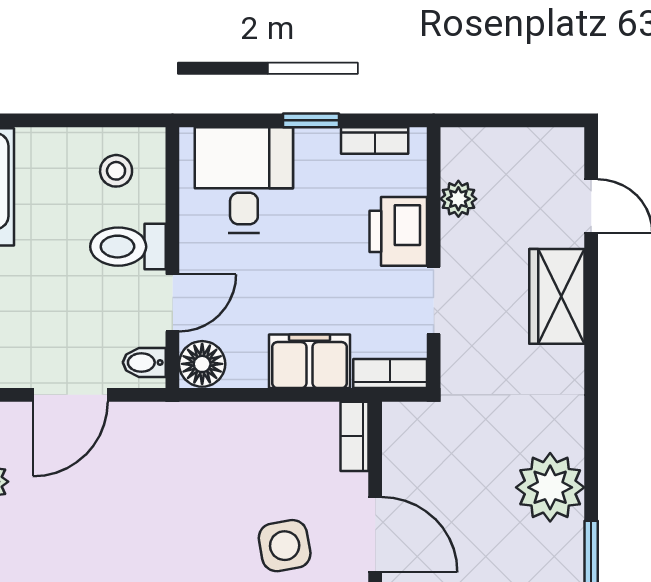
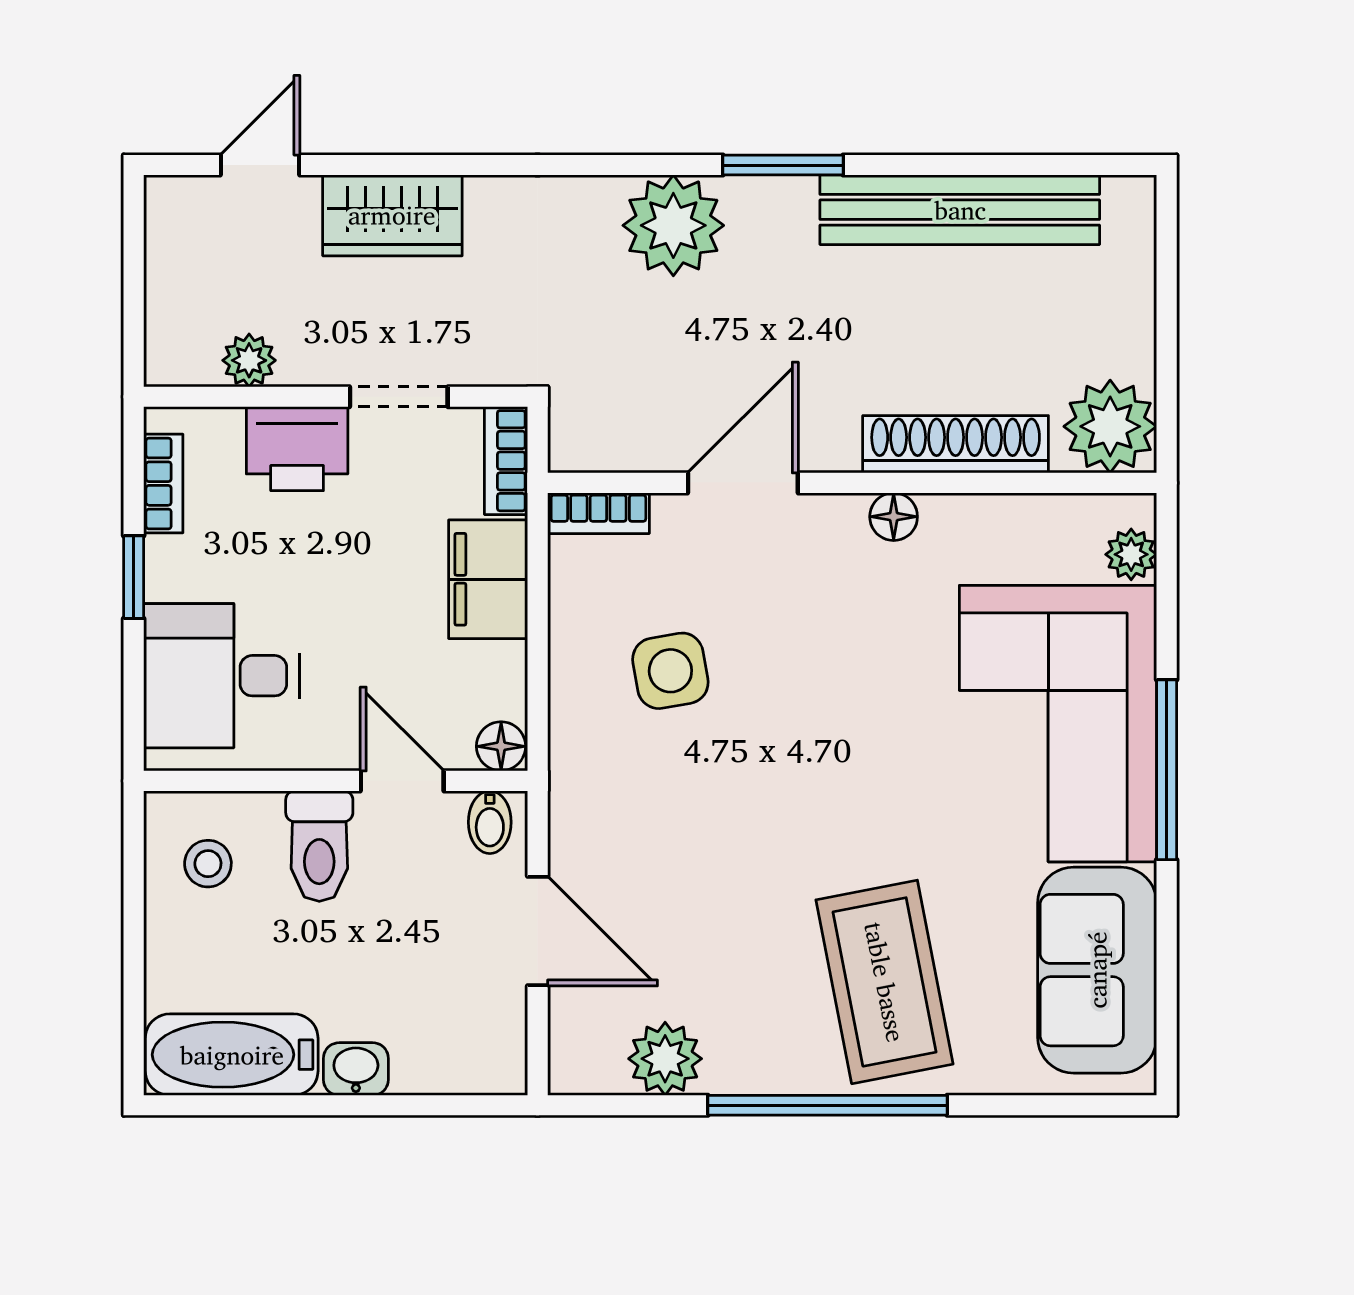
floor lamp: (202, 364) -> (501, 746), width x0.73, depth x0.73
side table: (285, 546) -> (670, 671), moved

